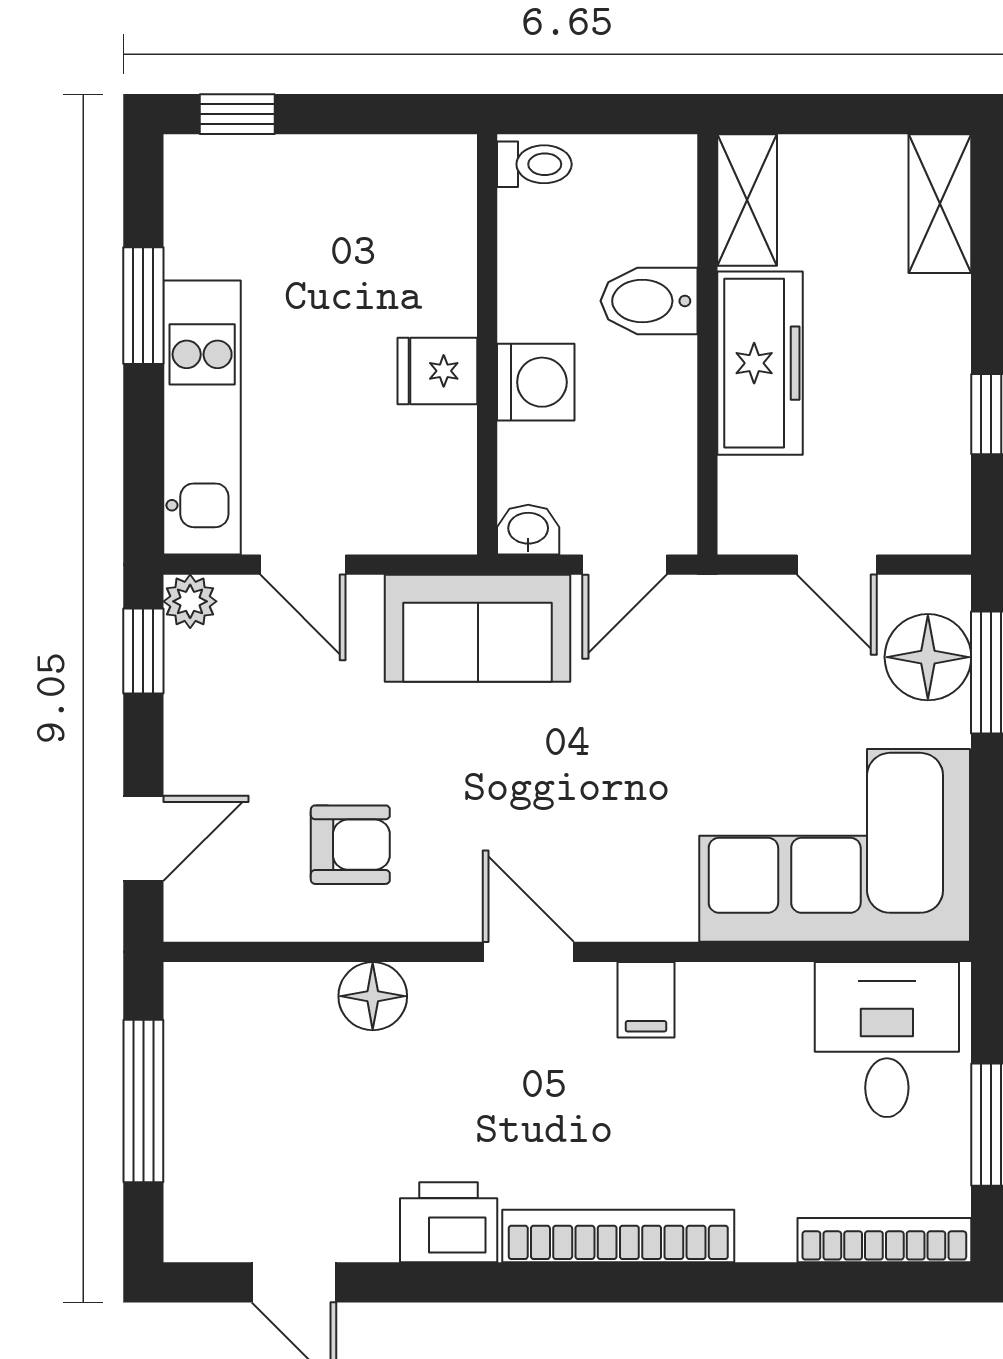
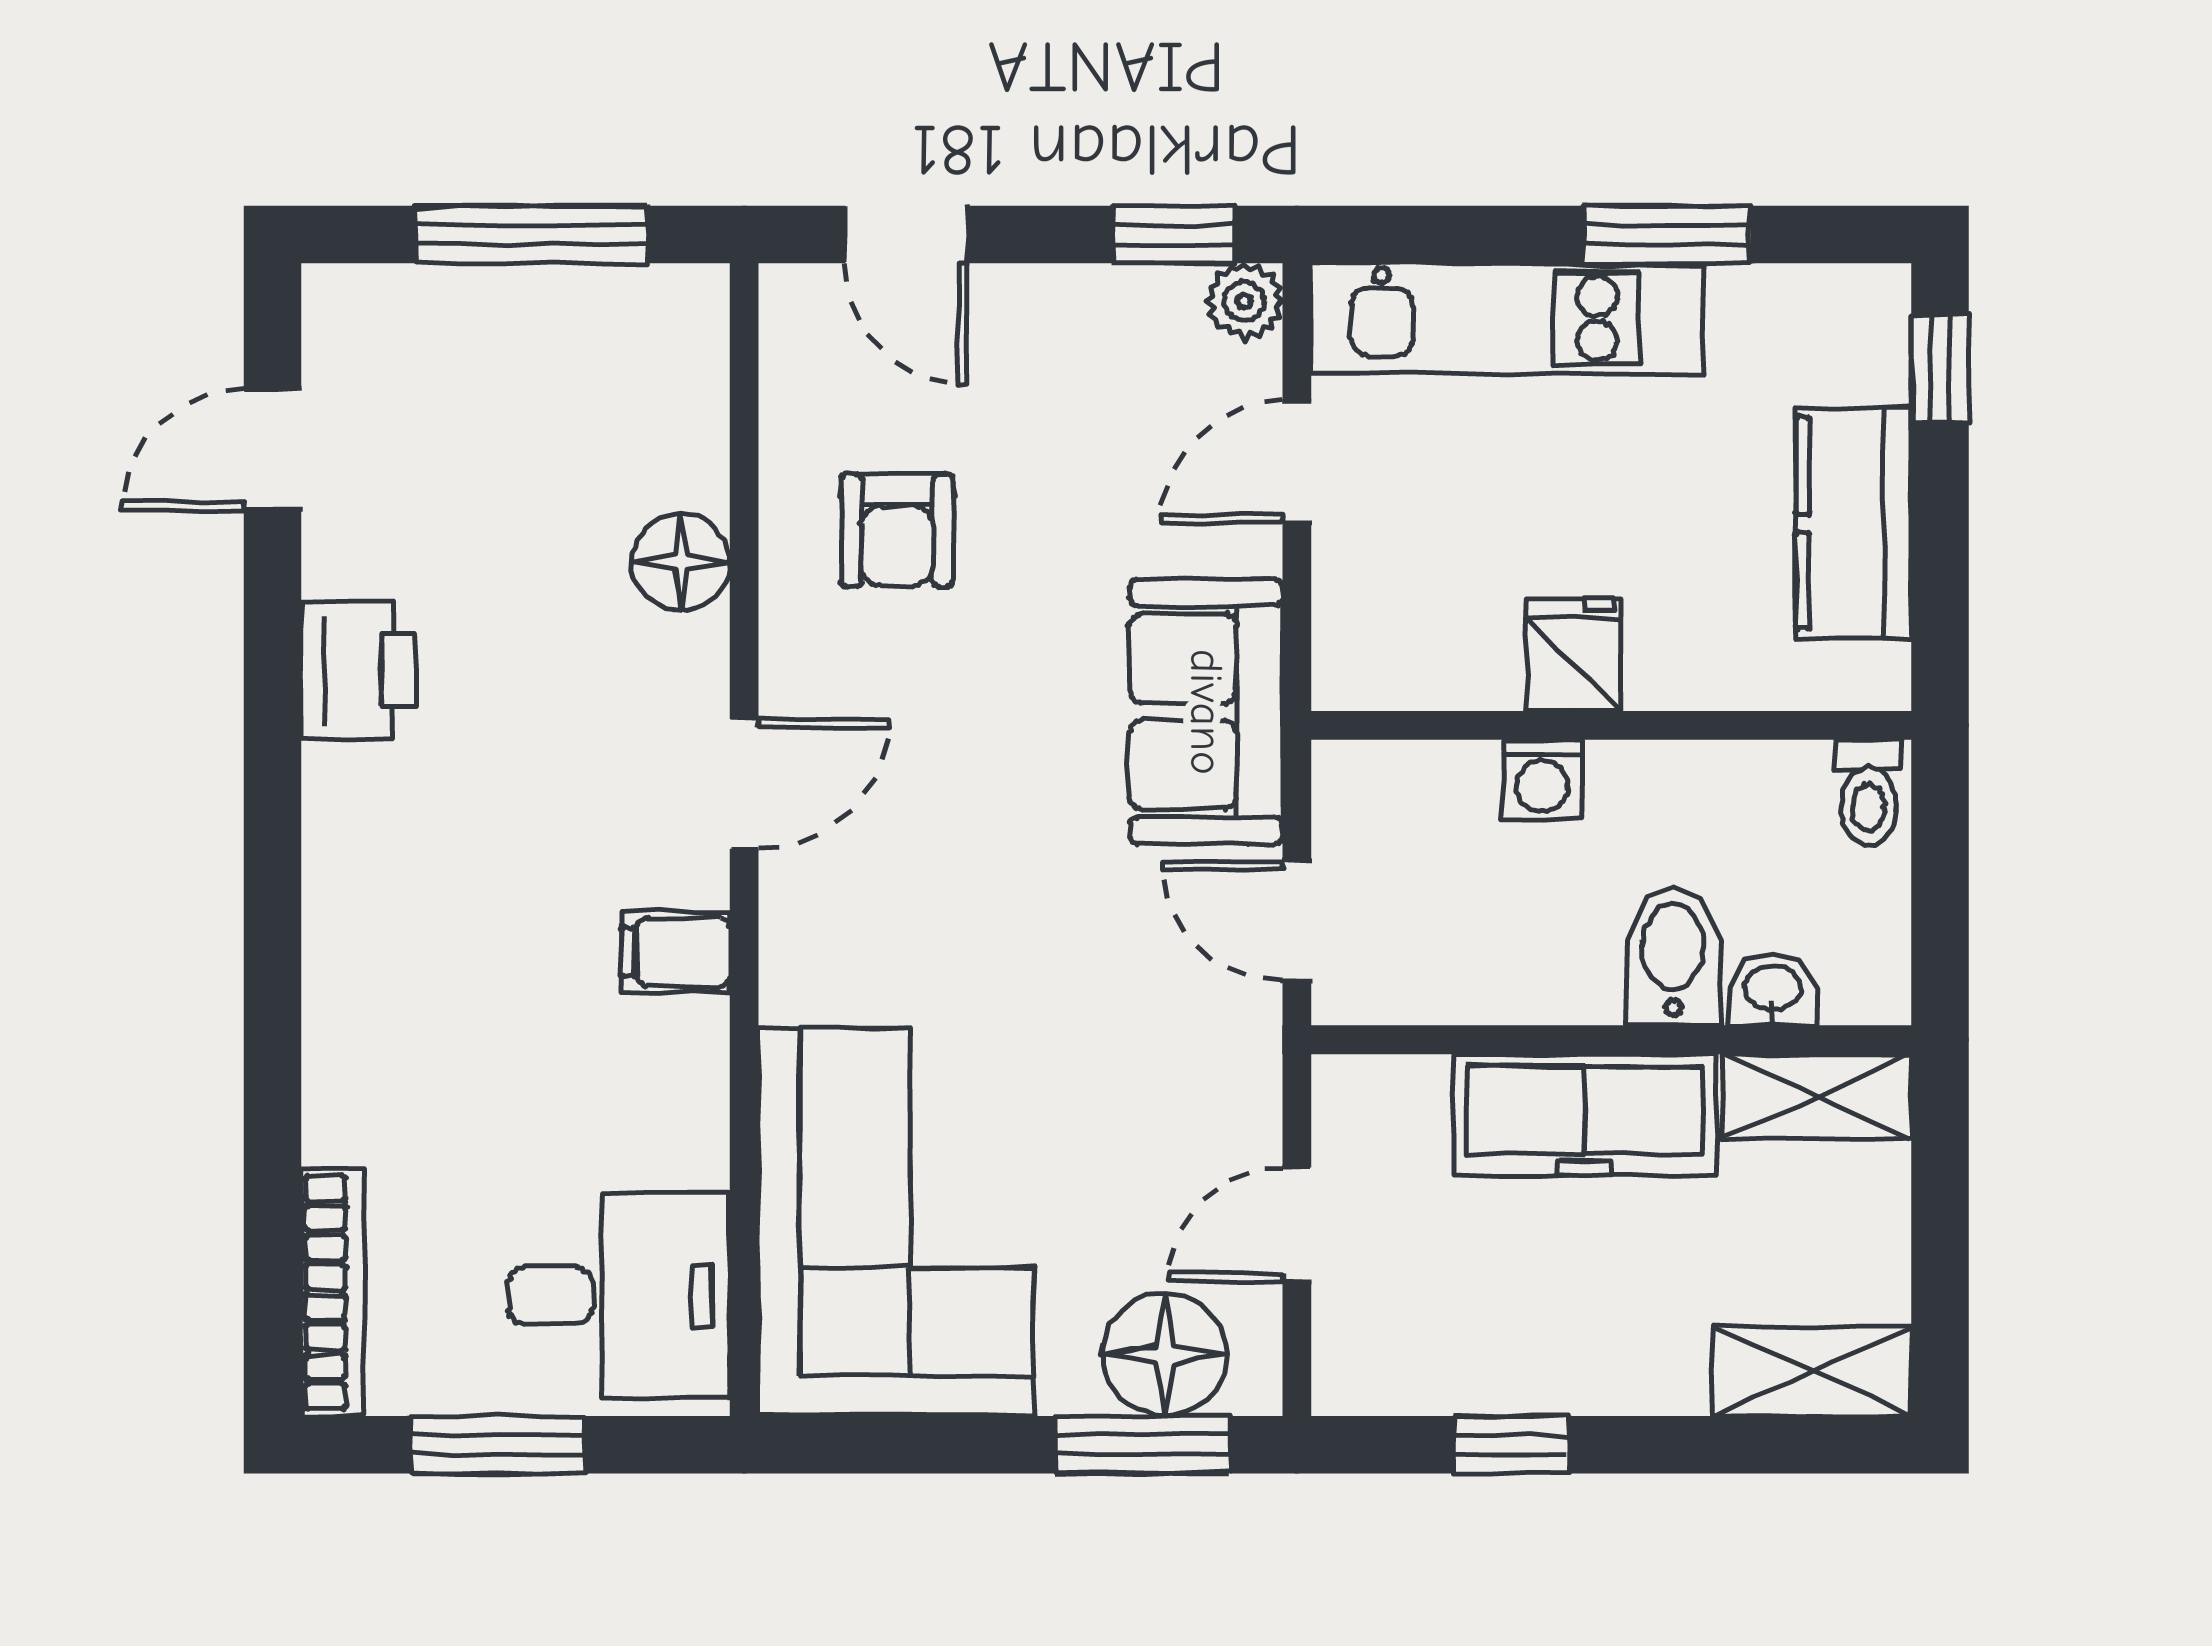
kitchen counter: (346, 175) -> (1854, 523), added
washing machine: (536, 382) -> (1542, 780), width x0.73, depth x0.73
washbasin: (528, 530) -> (1773, 990), moved, turned -90
bookcase: (618, 1236) -> (339, 912), removed

